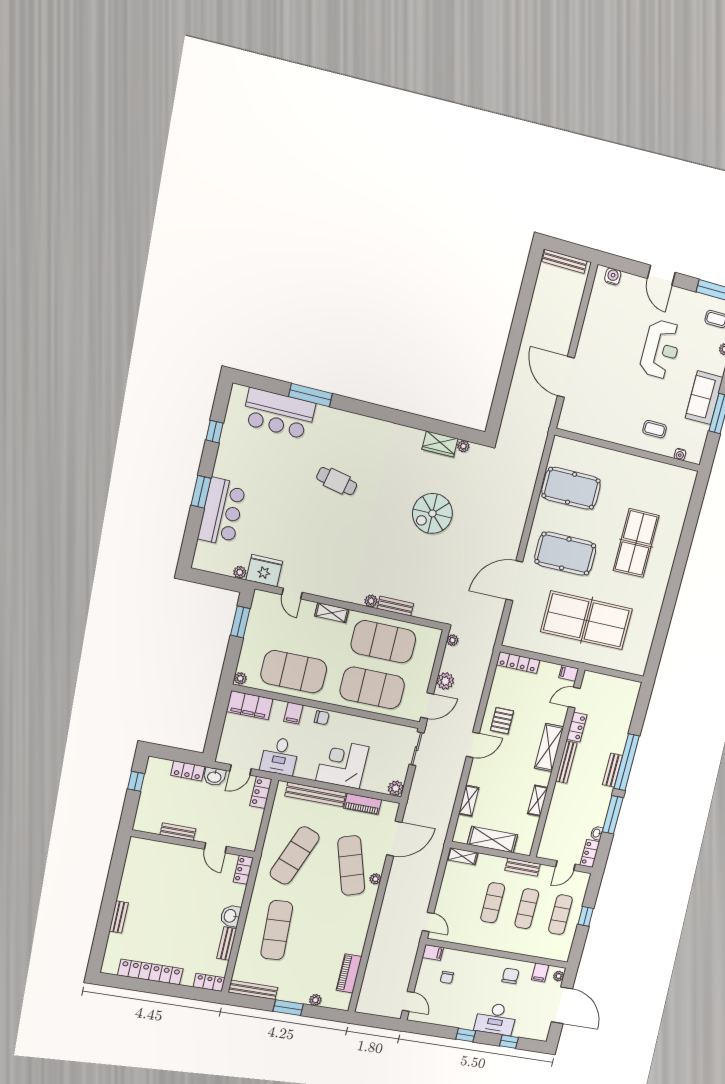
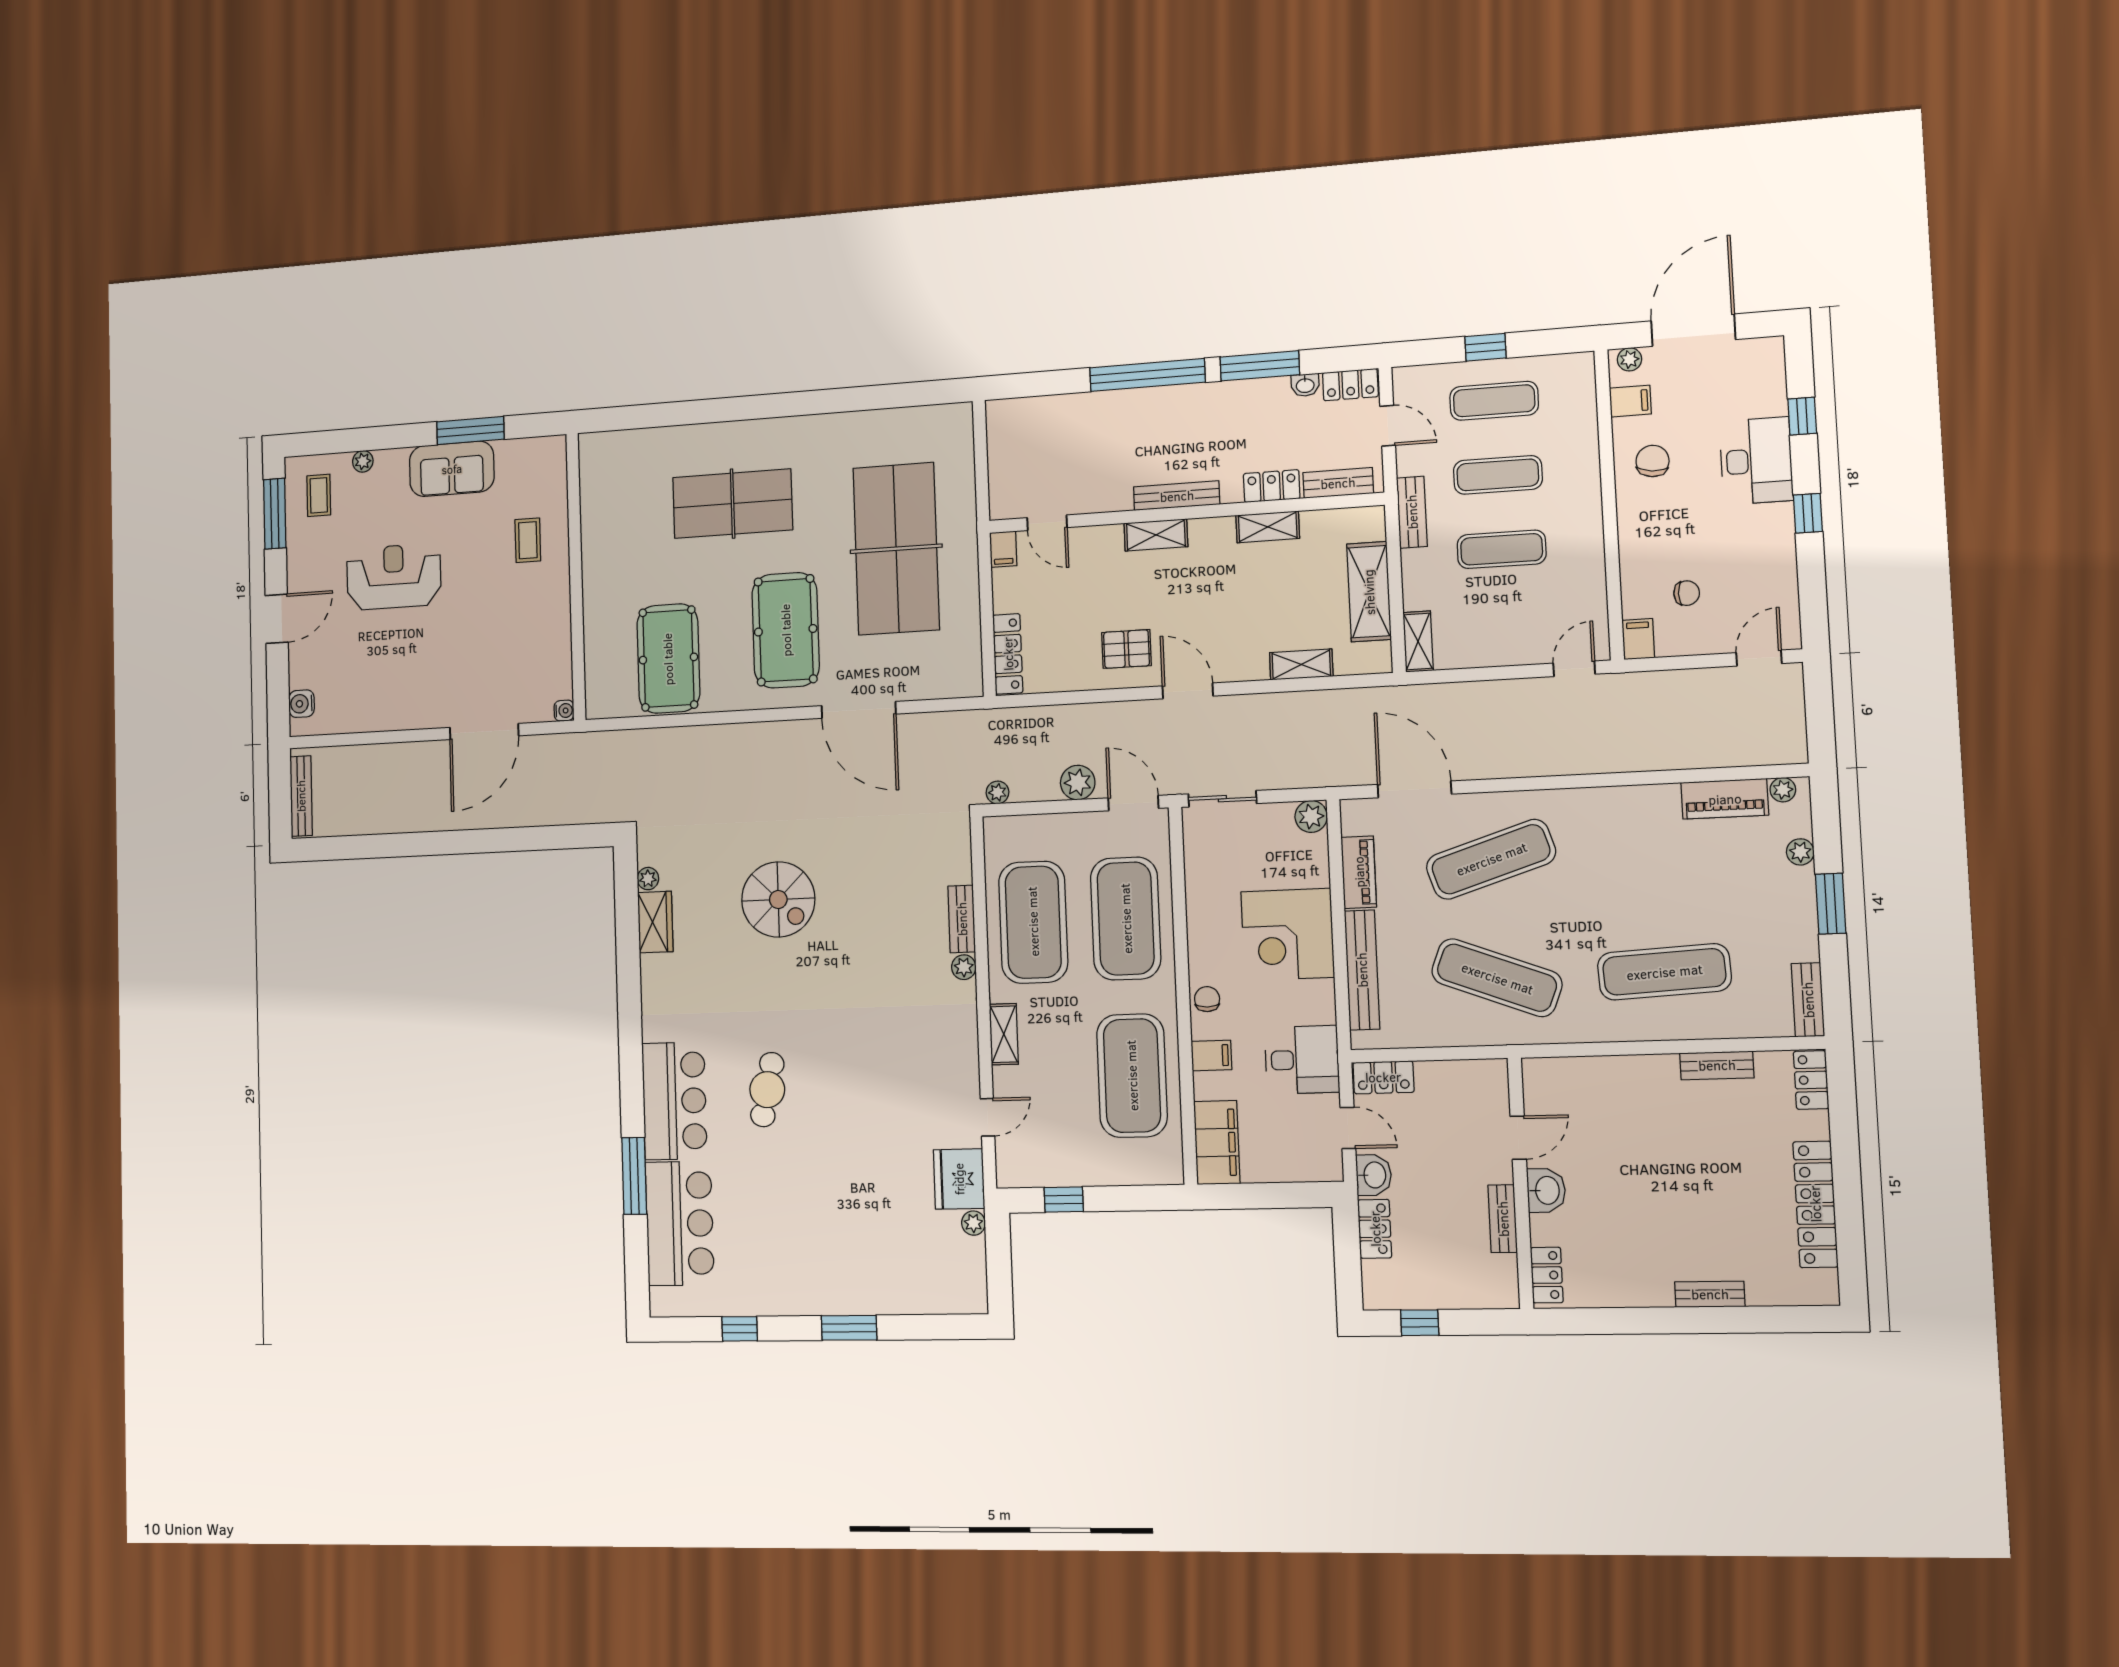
water cooler: (680, 454) -> (564, 711), moved
bar counter: (222, 512) -> (674, 1101), moved, turned 90
window: (240, 622) -> (1064, 1200), width x0.67
plant: (240, 678) -> (1170, 1173), removed
locker: (577, 727) -> (1272, 486), moved
shelving: (549, 747) -> (1156, 535), width x0.67, depth x0.75
bench: (613, 770) -> (1338, 483), moved
locker: (243, 870) -> (1547, 1275), moved, turned -90
plant: (375, 879) -> (1783, 790), moved
washbasin: (231, 916) -> (1546, 1190), moved, turned -90
chair: (510, 976) -> (1653, 461), turned 96
bench: (253, 990) -> (1808, 1000), width x0.73

